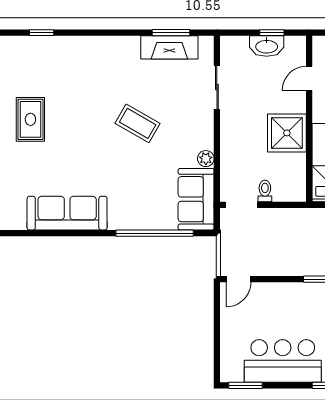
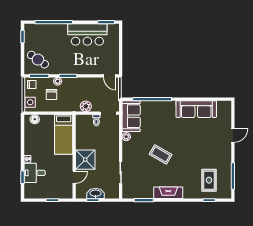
fireplace: (169, 47) -> (168, 193), moved
rug: (30, 119) -> (209, 180), moved
shower: (287, 133) -> (85, 160), moved
plant: (286, 219) -> (86, 106), added
door: (239, 279) -> (110, 76), swing flipped

